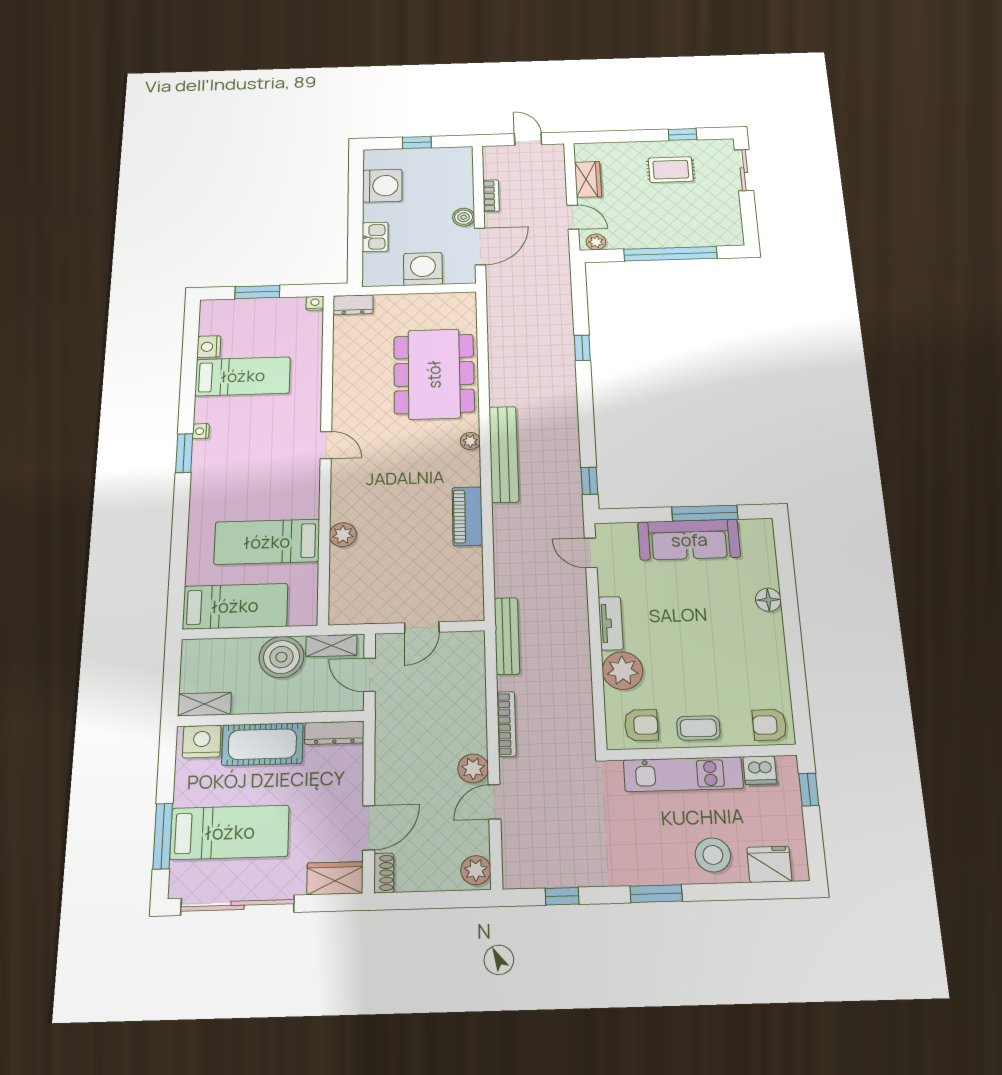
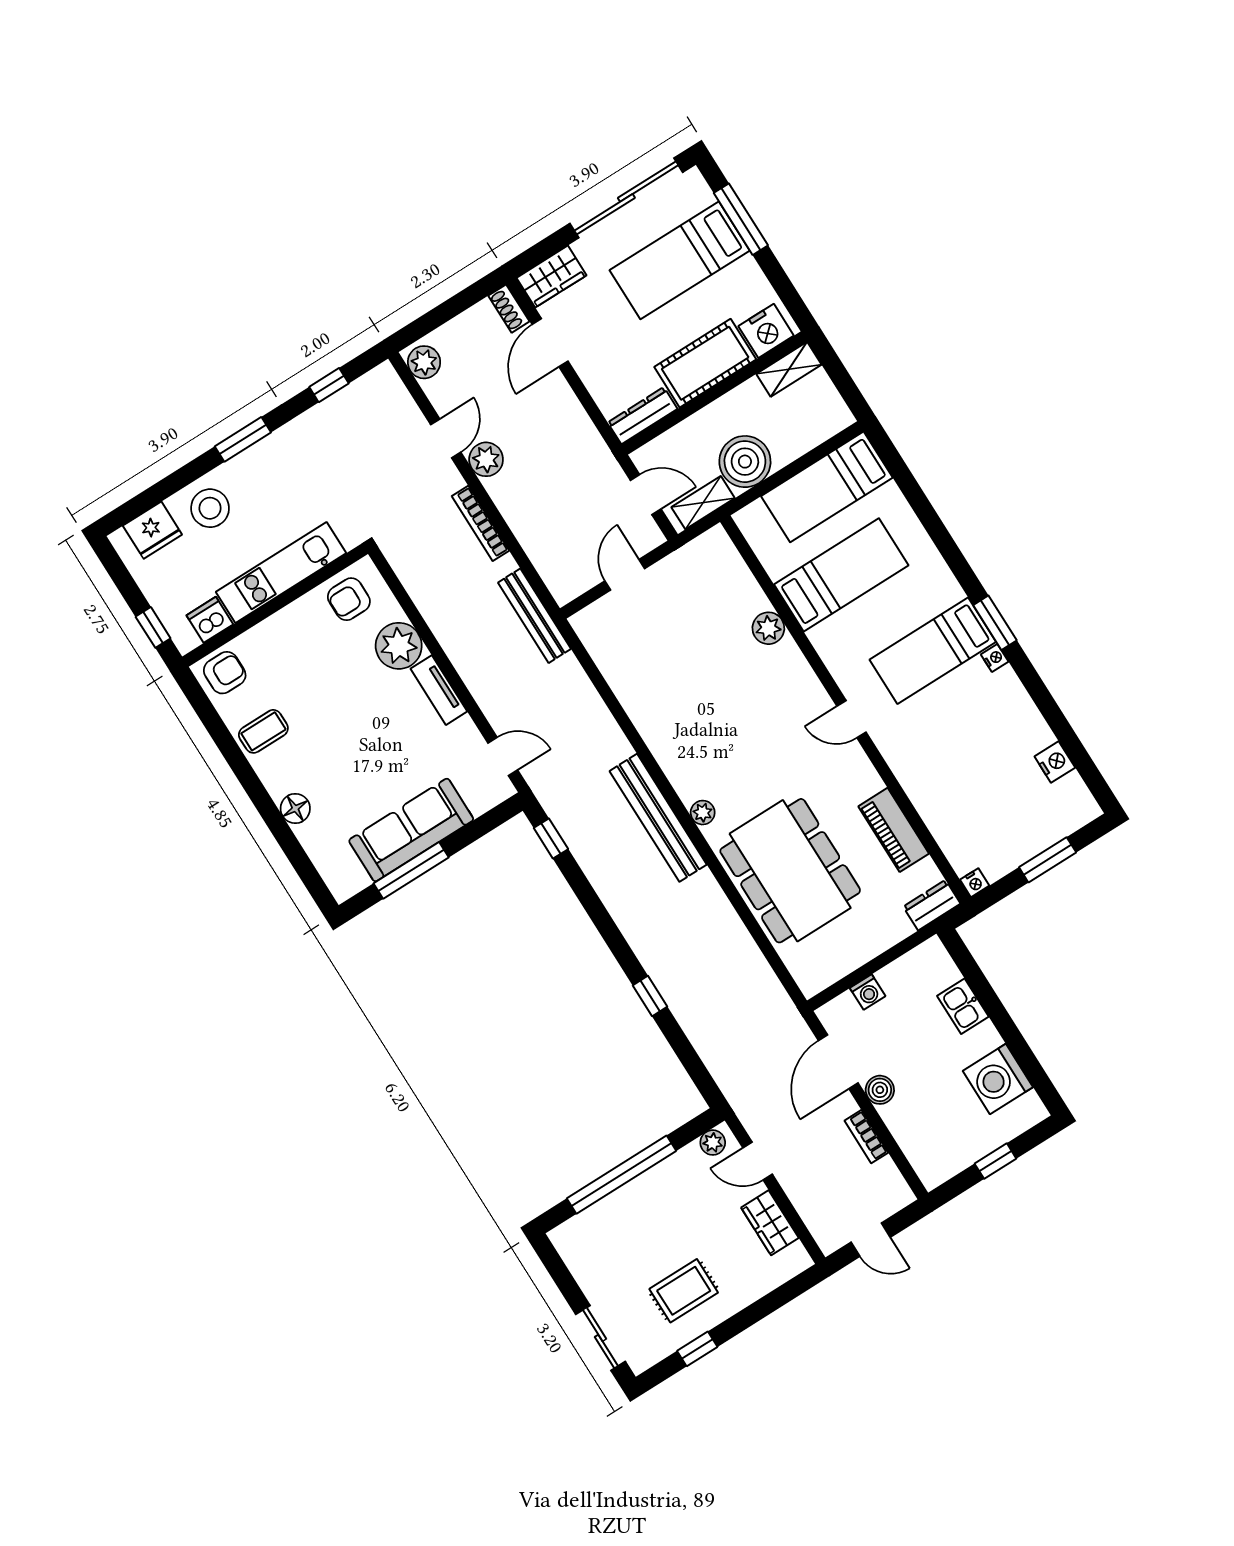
washing machine: (423, 269) -> (868, 992), width x0.53, depth x0.53
bed: (243, 376) -> (933, 651), moved
piano: (467, 516) -> (894, 830), moved, turned 180
coffee table: (698, 728) -> (263, 731), moved

